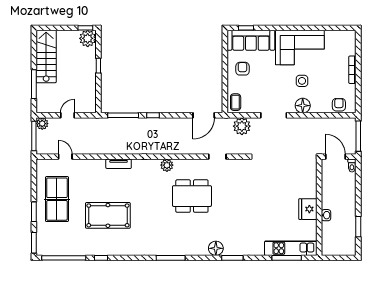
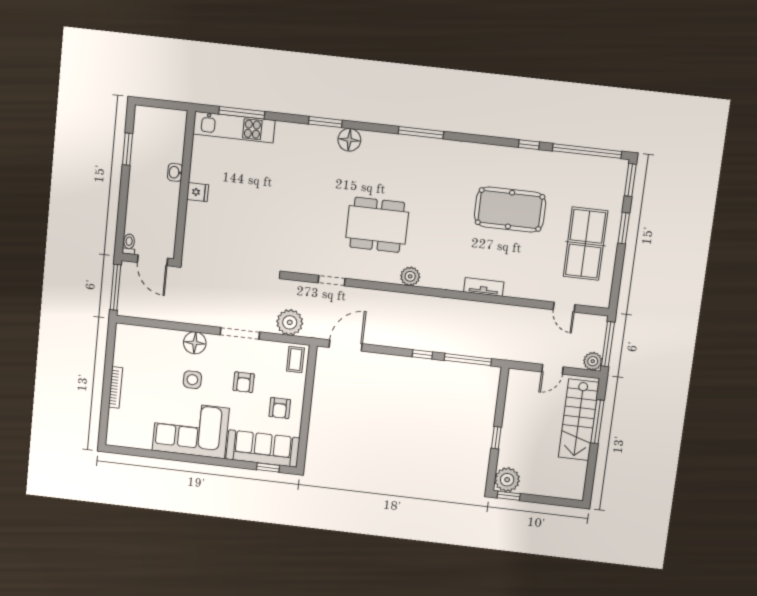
stairs: (46, 56) -> (579, 420), moved
armchair: (339, 105) -> (244, 382), moved
fridge: (308, 209) -> (198, 192), width x0.53, depth x0.75

